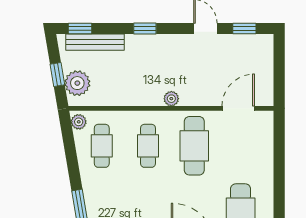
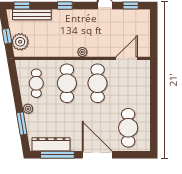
plant: (79, 122) -> (28, 109), moved
cafe table: (148, 146) -> (67, 83), width x1.37, depth x1.35

